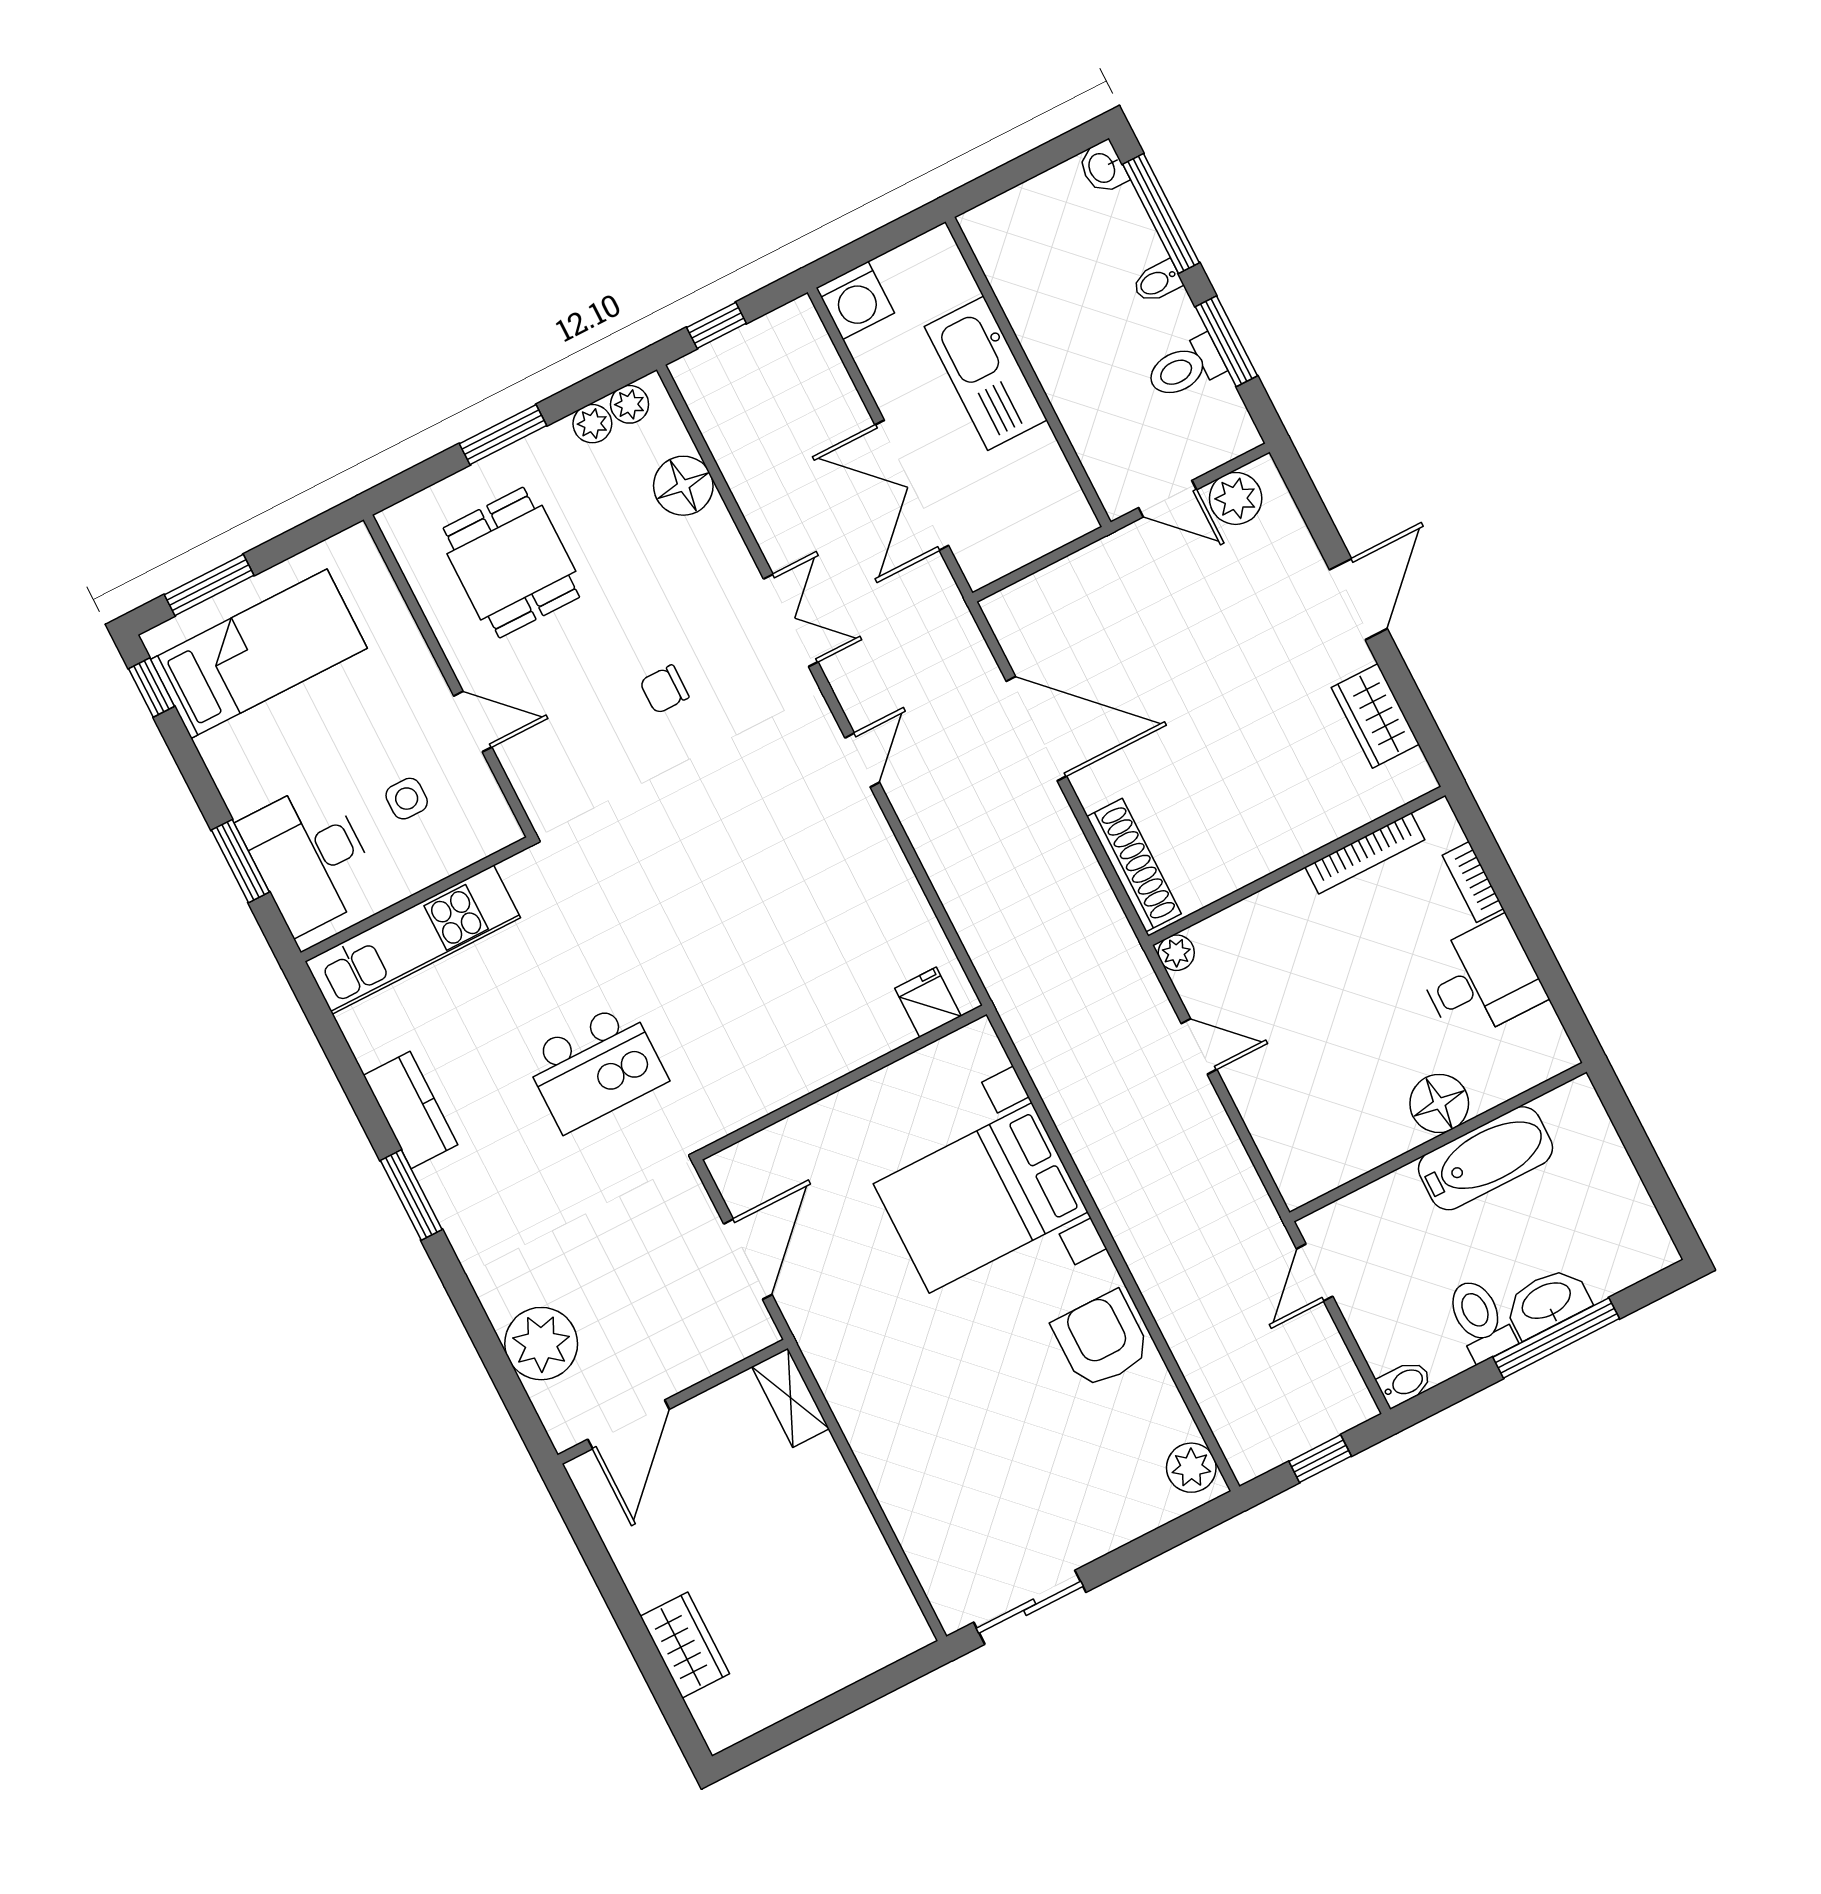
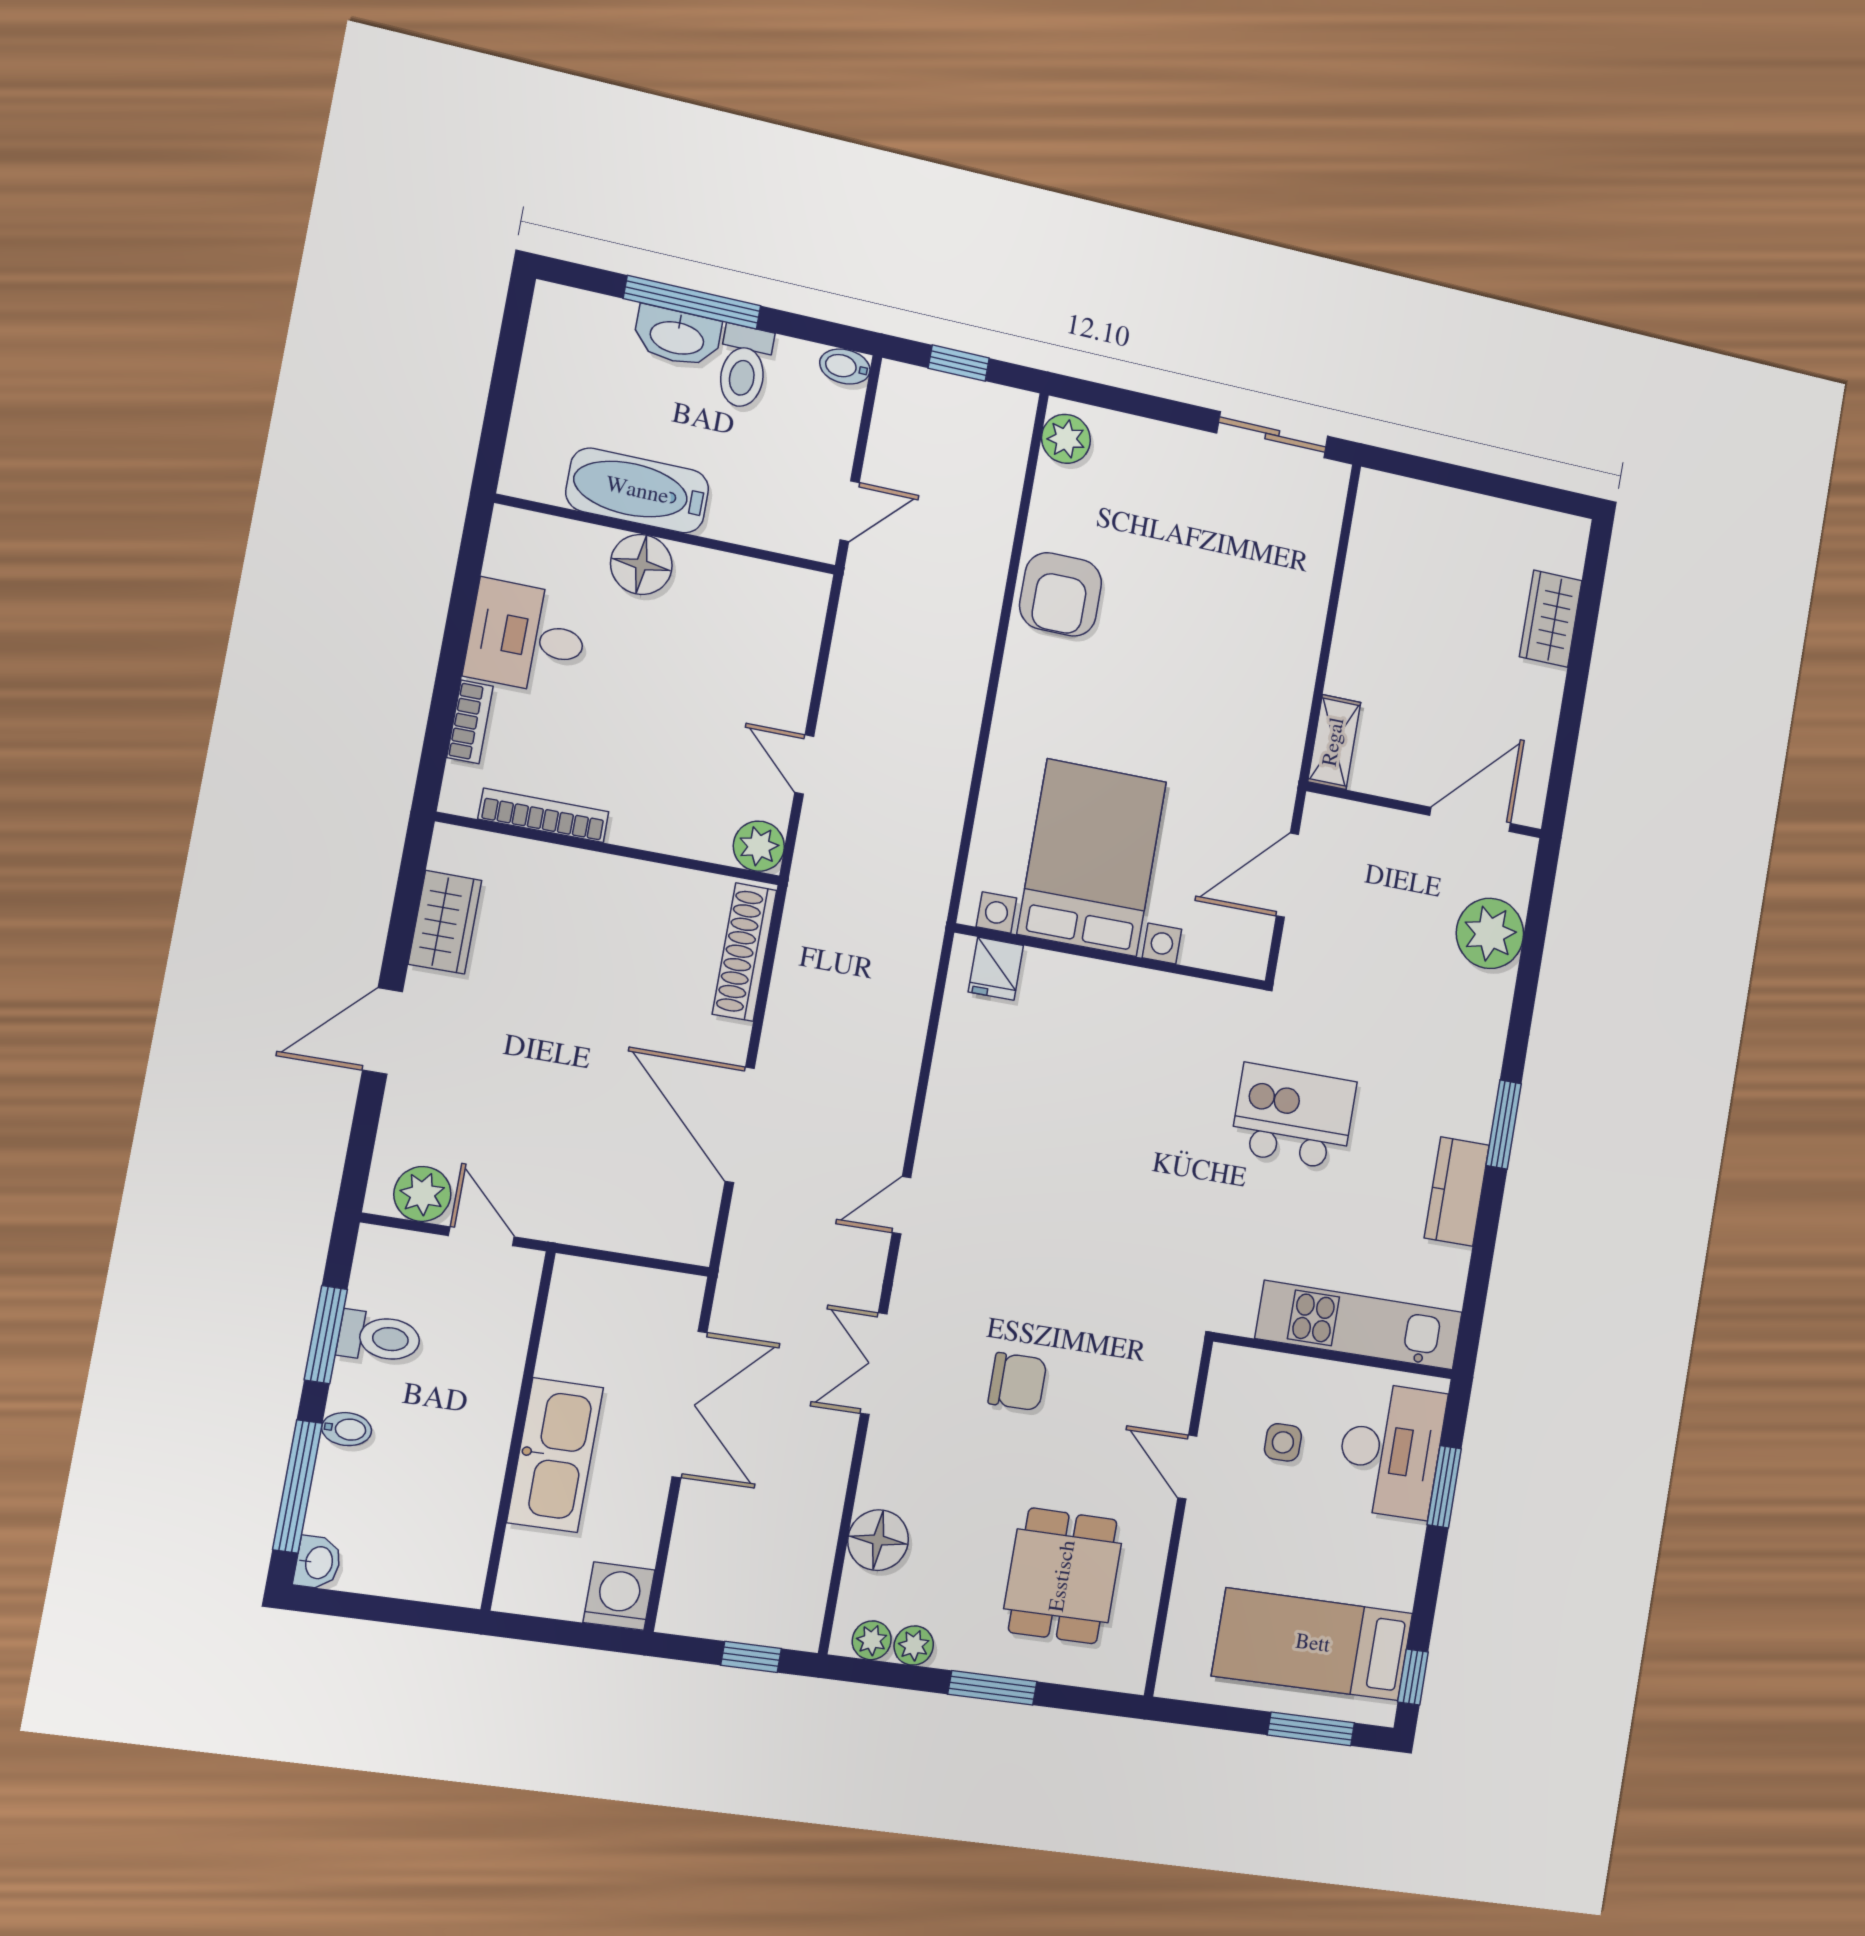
chair: (664, 689) -> (1017, 1382), width x1.37, depth x1.37
plant: (1176, 953) -> (759, 846), width x1.38, depth x1.38
bed with nightstands: (981, 1198) -> (1092, 858), moved, turned -90

